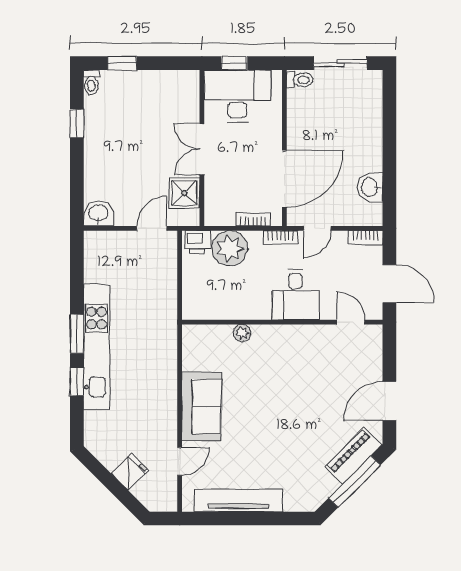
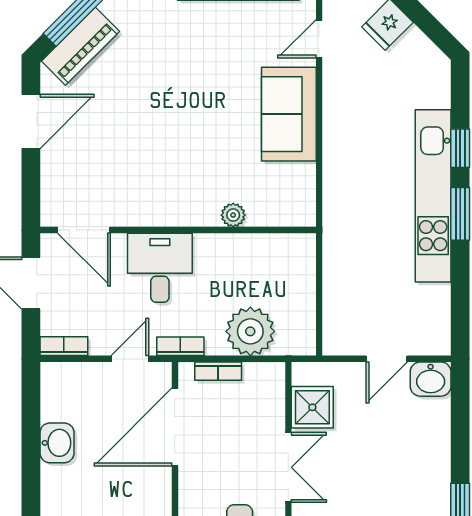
washbasin: (370, 187) -> (57, 443), moved
door: (152, 228) -> (387, 359), moved
printer: (197, 242) -> (295, 340), removed
door: (351, 322) -> (84, 230), width x1.38

